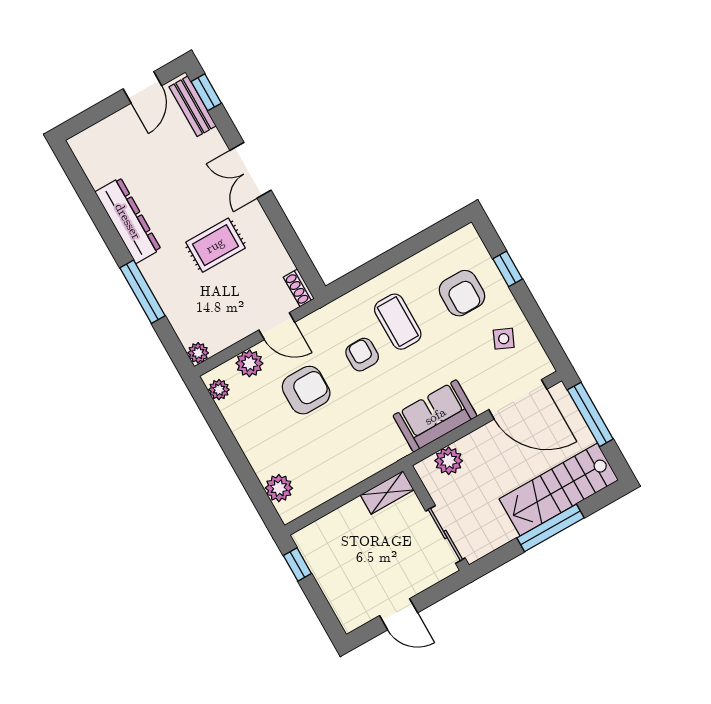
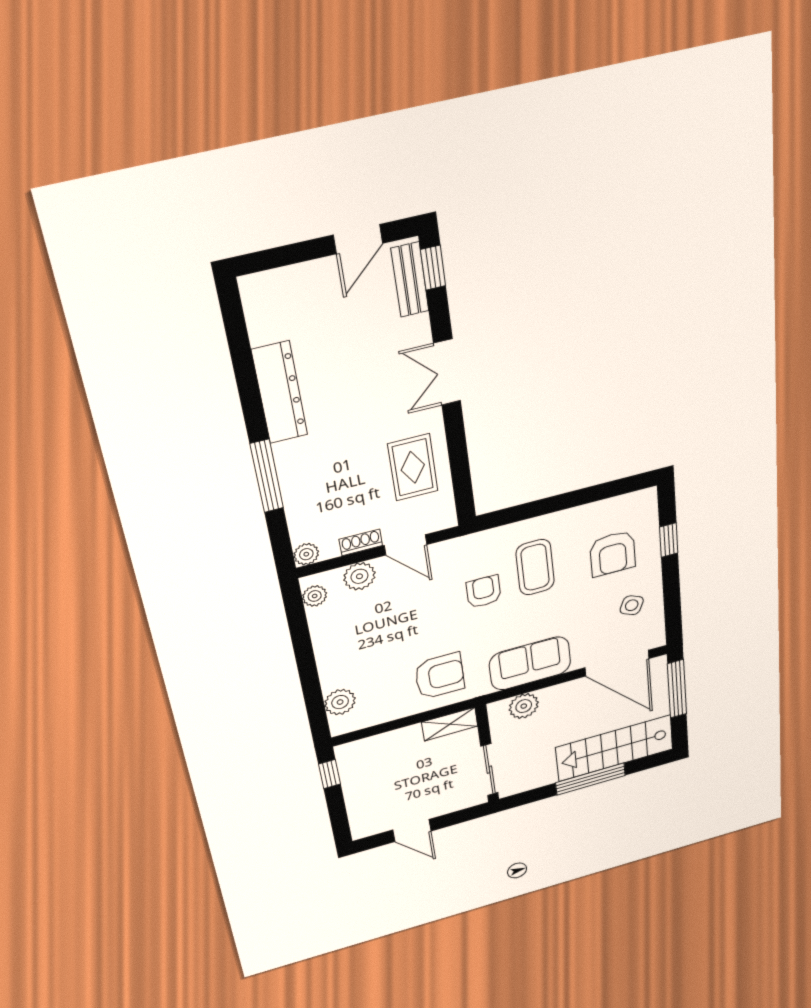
rug: (215, 245) -> (413, 467), moved, turned 90
shoe rack: (299, 288) -> (361, 542), moved, turned 90
armchair: (306, 390) -> (440, 676), moved

